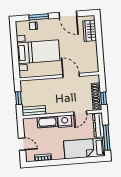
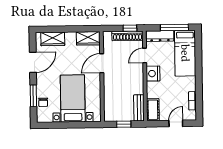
wardrobe: (92, 62) -> (88, 38), added
door: (80, 113) -> (145, 56), swing flipped
cot: (47, 122) -> (153, 110), moved

